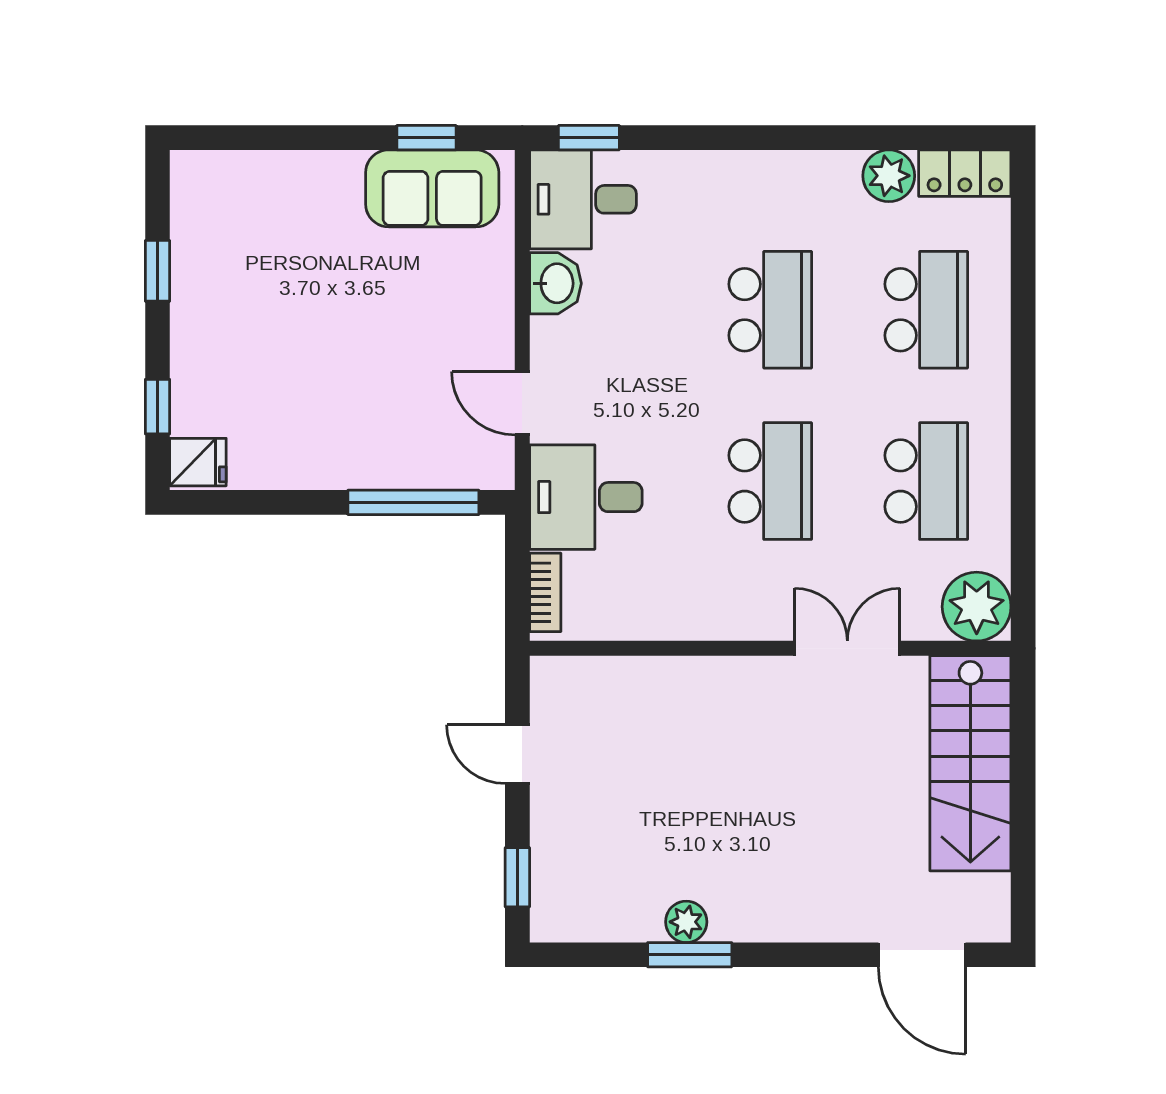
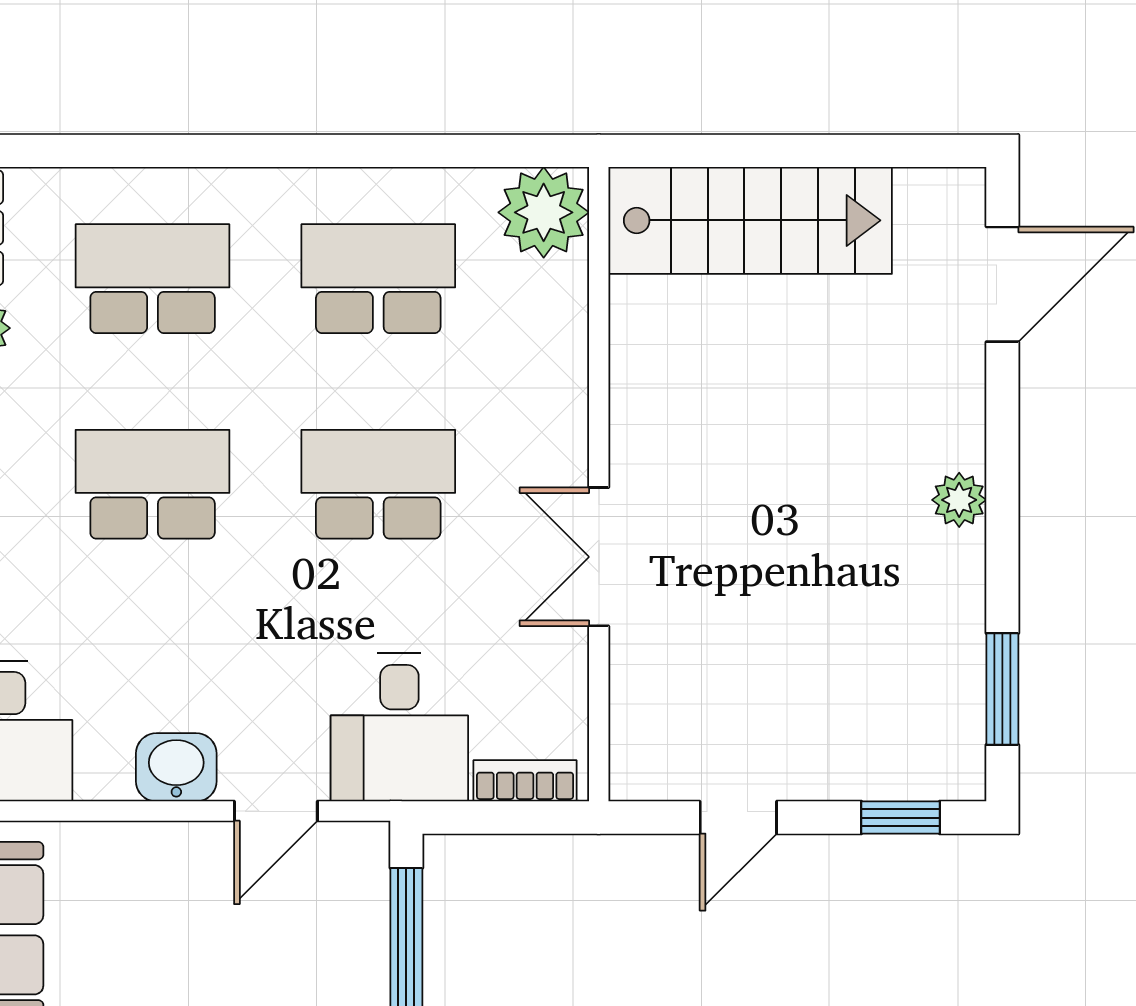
washbasin: (555, 283) -> (176, 767), moved
double door: (847, 648) -> (599, 557), moved
plant: (686, 922) -> (959, 500), moved
window: (690, 955) -> (1002, 689), moved

